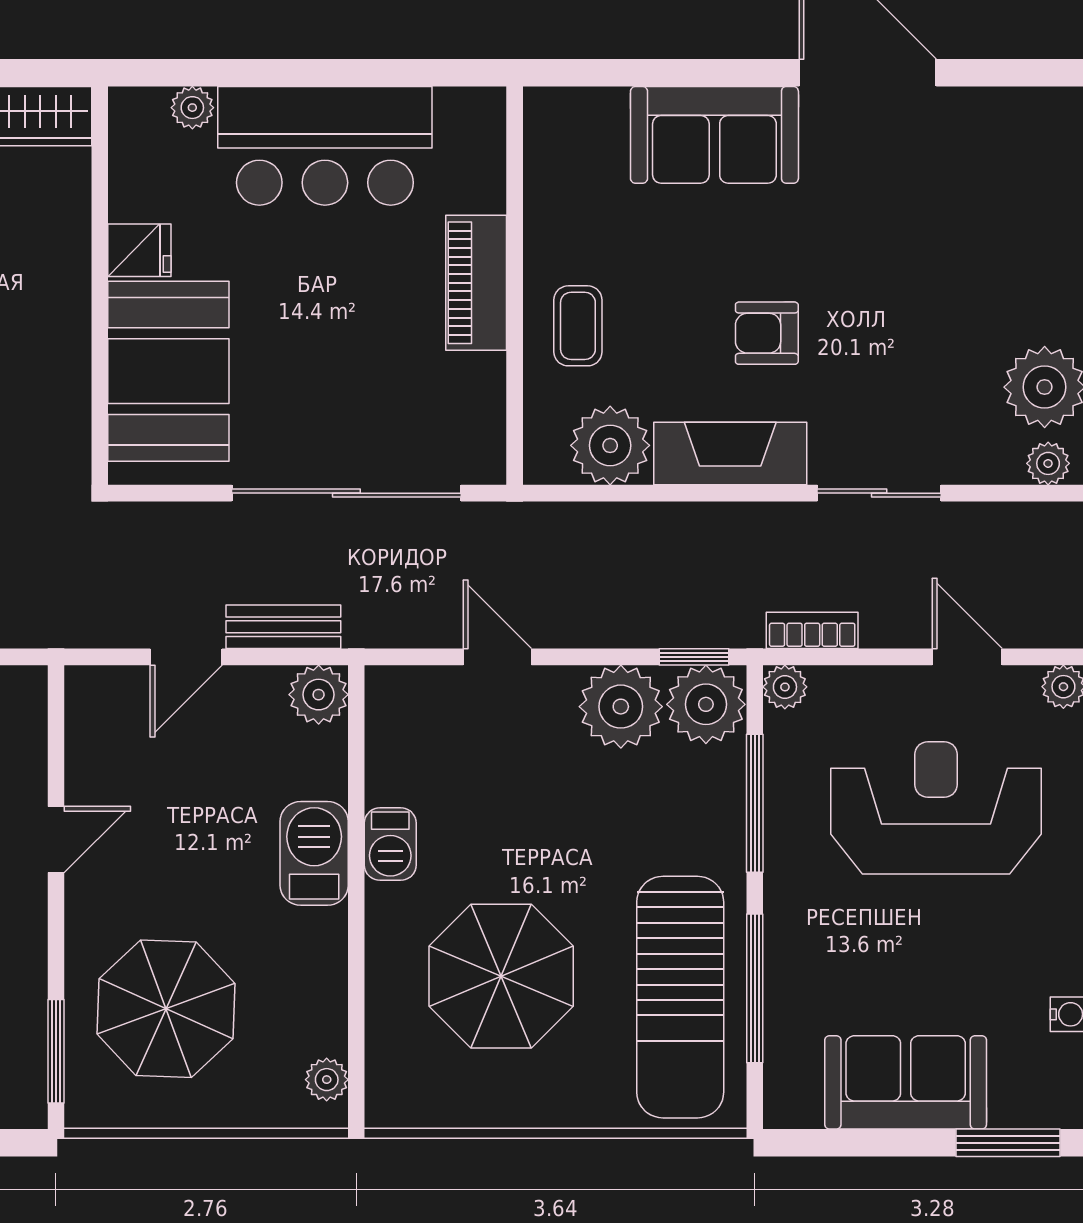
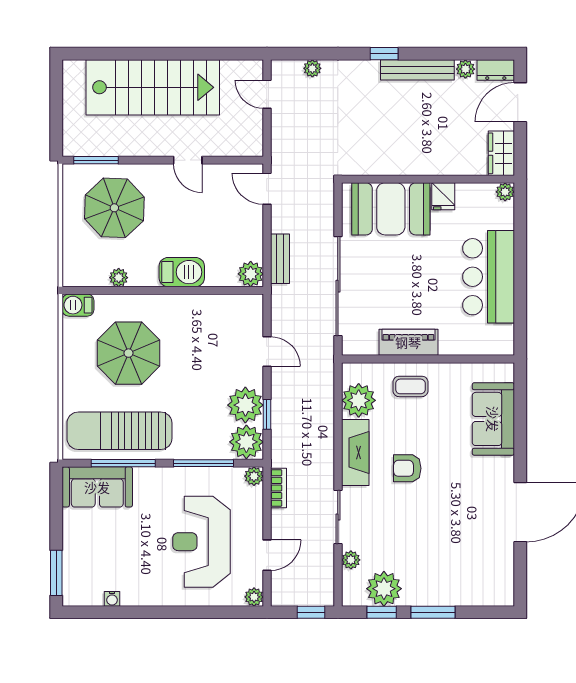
plant: (192, 108) -> (505, 192), moved
sofa: (714, 135) -> (493, 419), moved
piano: (476, 283) -> (408, 342), moved
armchair: (767, 333) -> (407, 468), turned -90
plant: (1048, 463) -> (351, 560), moved
door: (186, 657) -> (267, 189), moved
door: (497, 657) -> (267, 352), hinge flipped
window: (694, 657) -> (267, 414), moved
reception desk: (936, 808) -> (201, 542), turned 180
barbecue: (390, 844) -> (78, 305), moved
plant: (327, 1080) -> (119, 278), moved
sofa: (906, 1082) -> (97, 487), moved, turned 90

